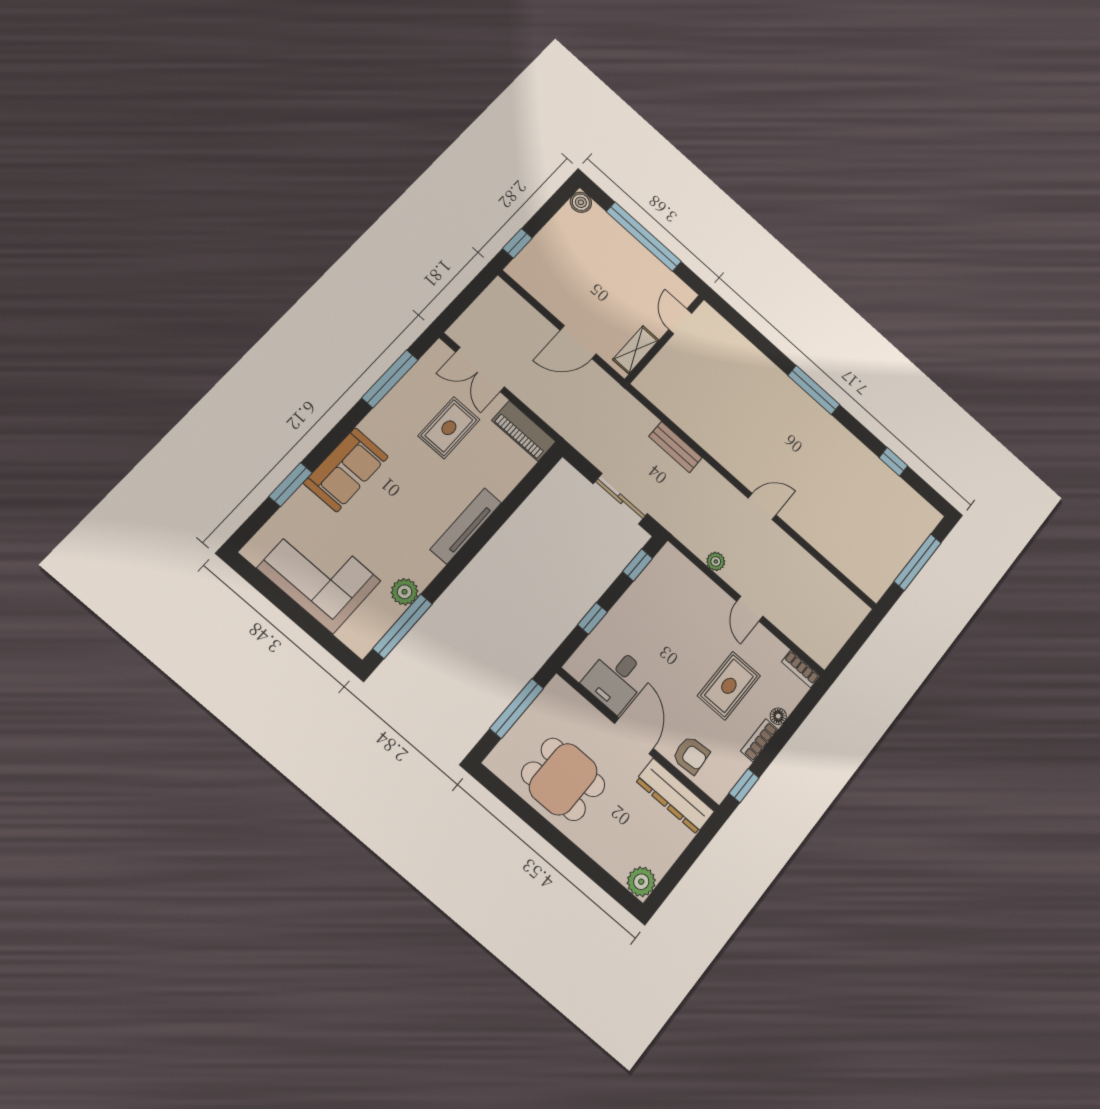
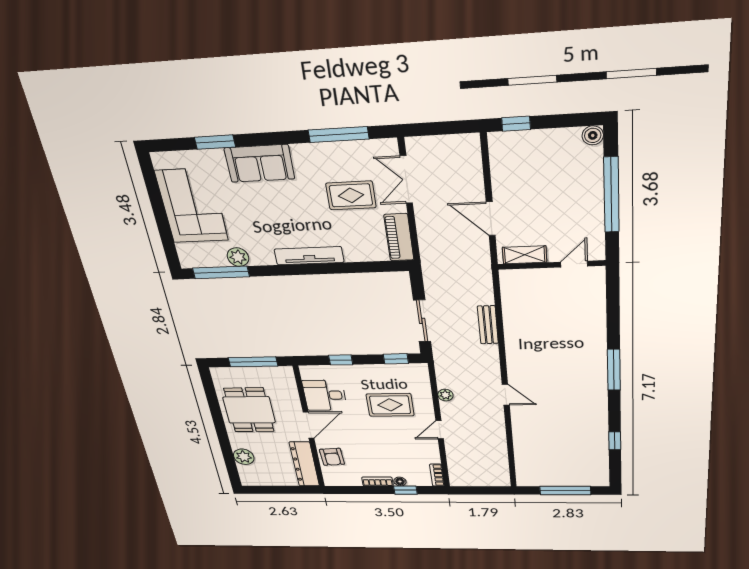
rug: (729, 686) -> (390, 405), moved
window: (744, 786) -> (405, 490), moved
plant: (641, 882) -> (244, 457), moved

